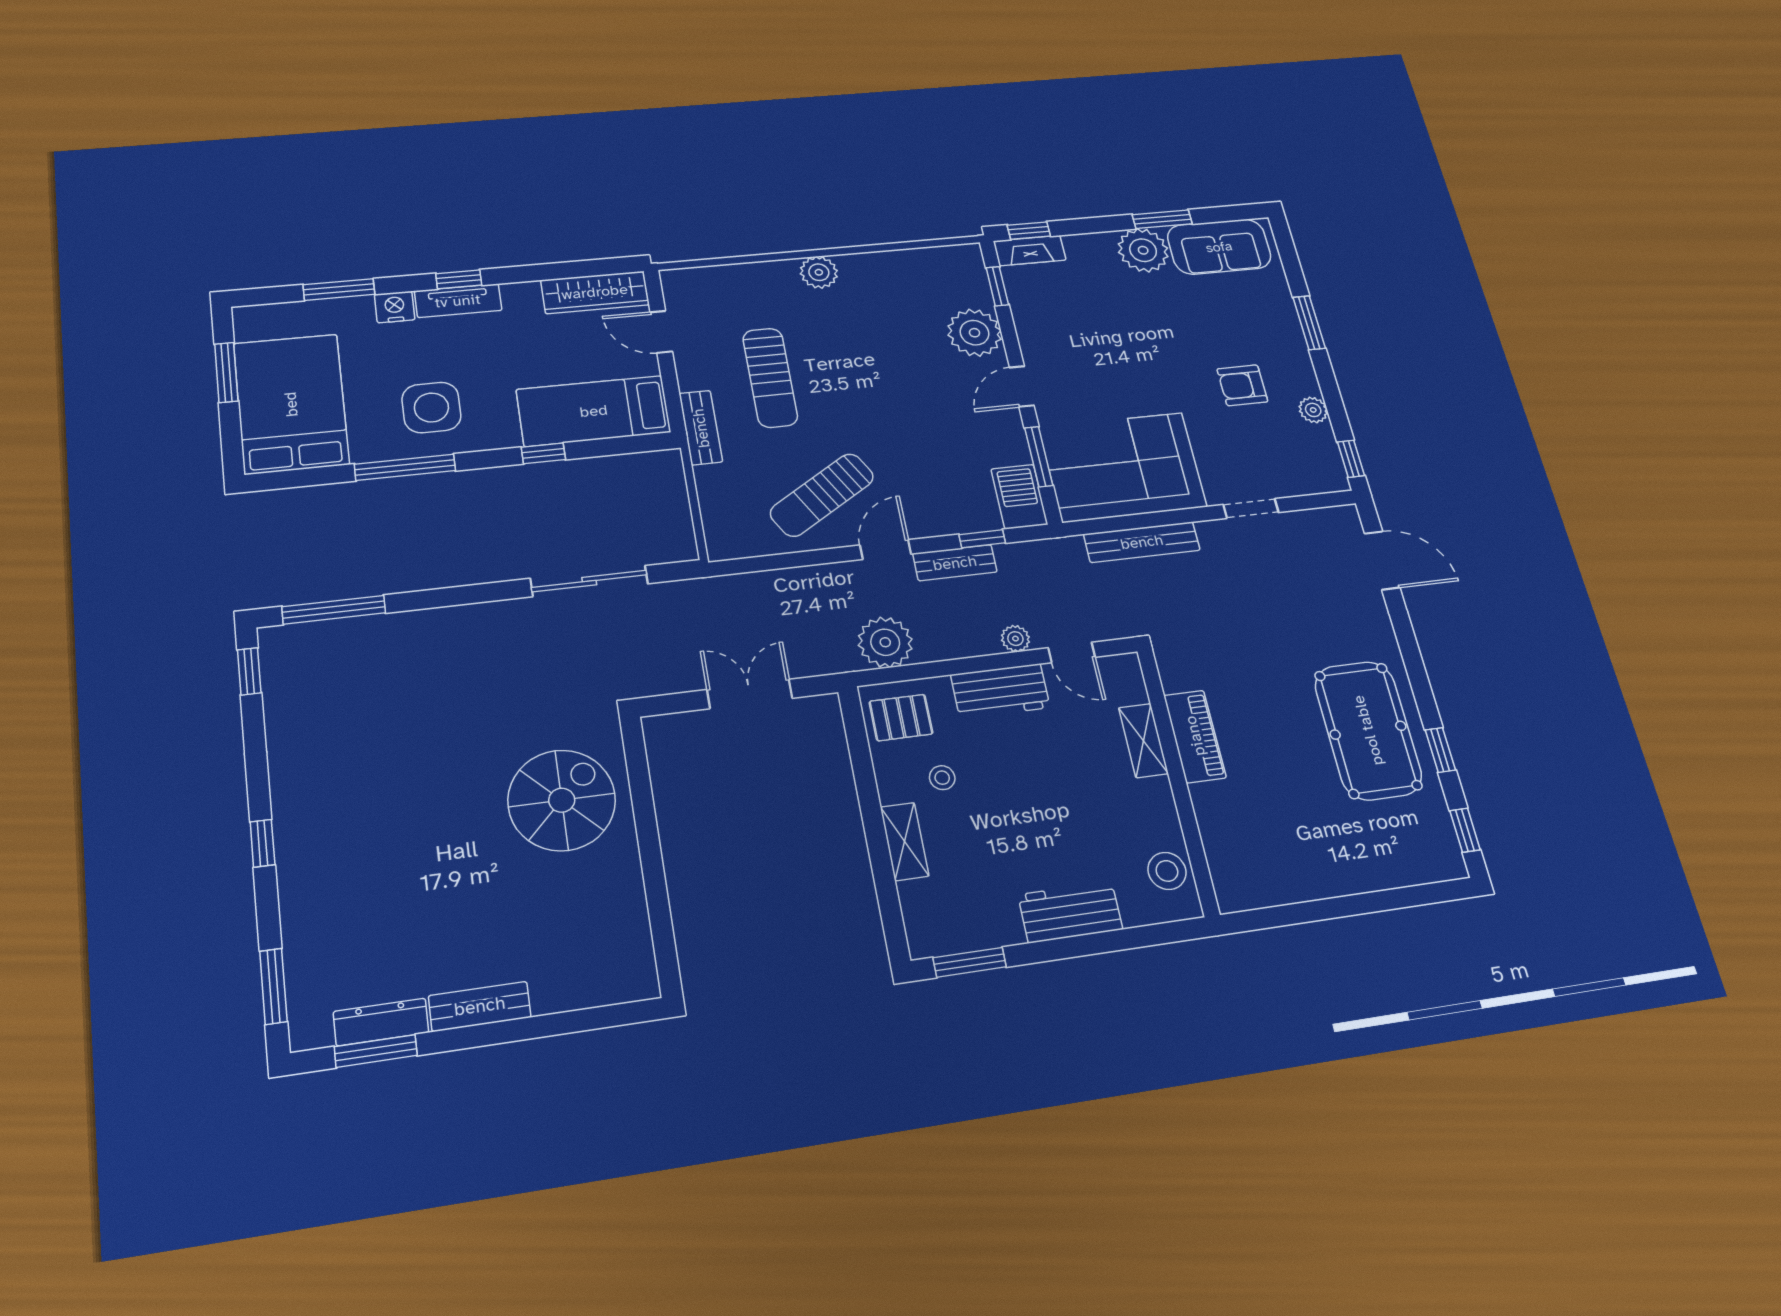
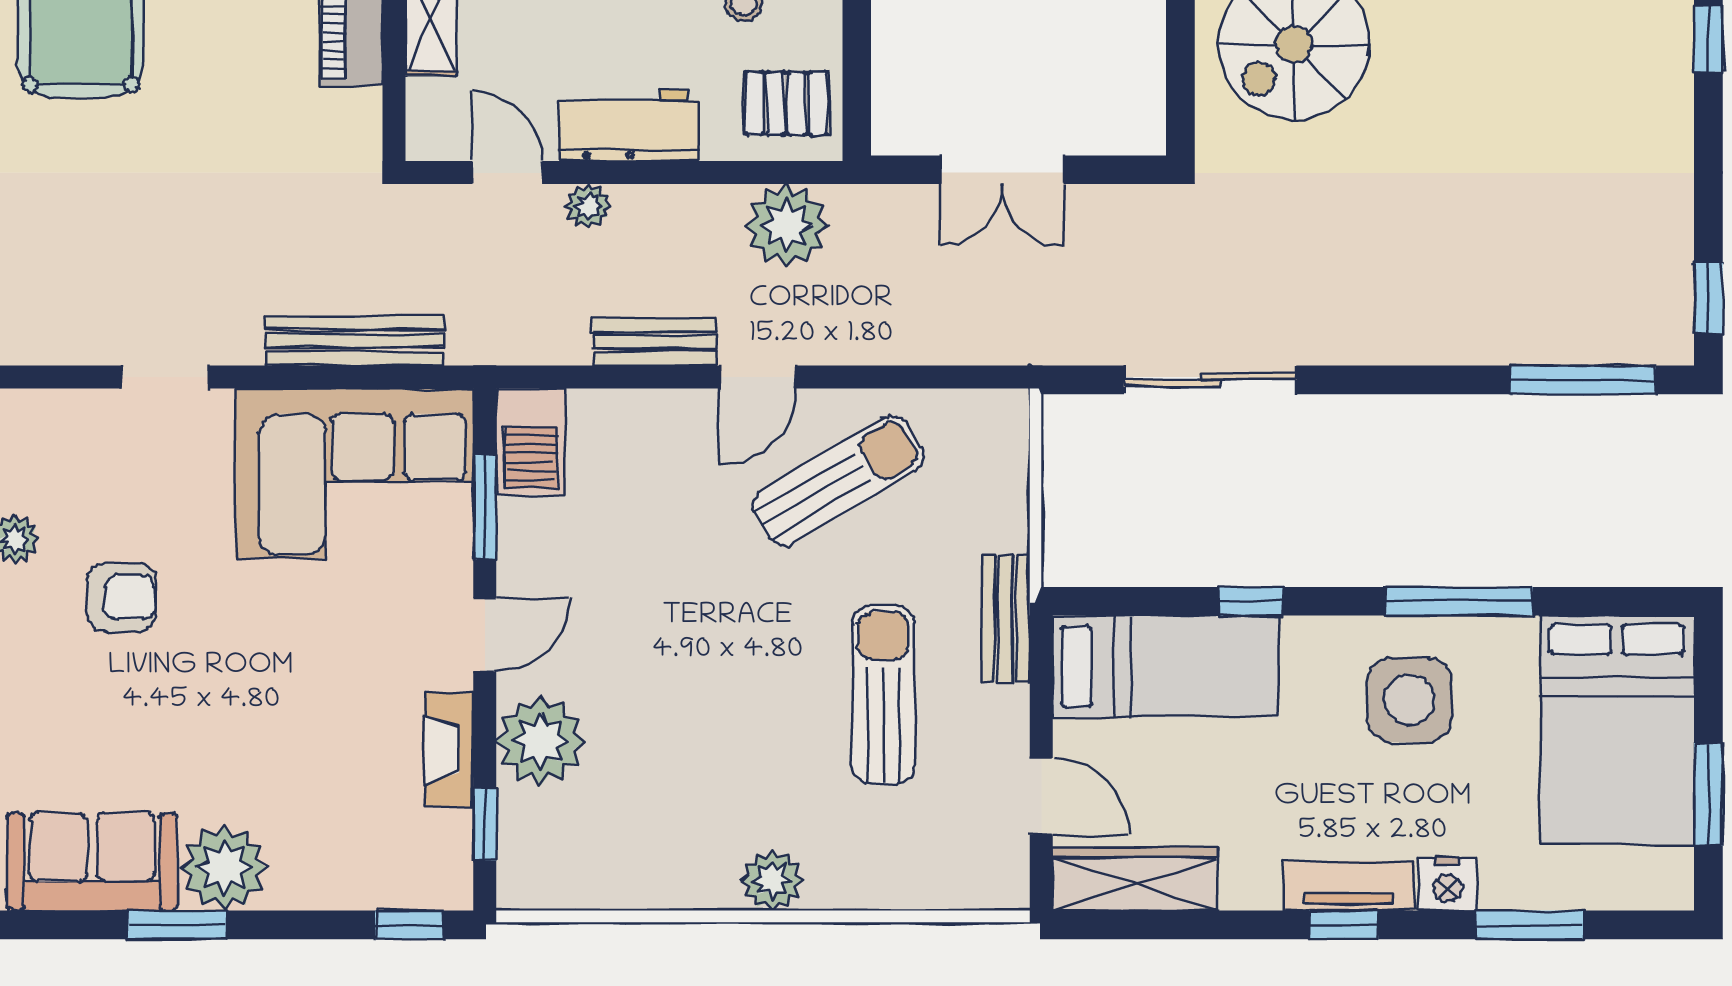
fireplace: (1030, 251) -> (449, 750), moved, turned -90
window: (982, 539) -> (604, 377), removed

